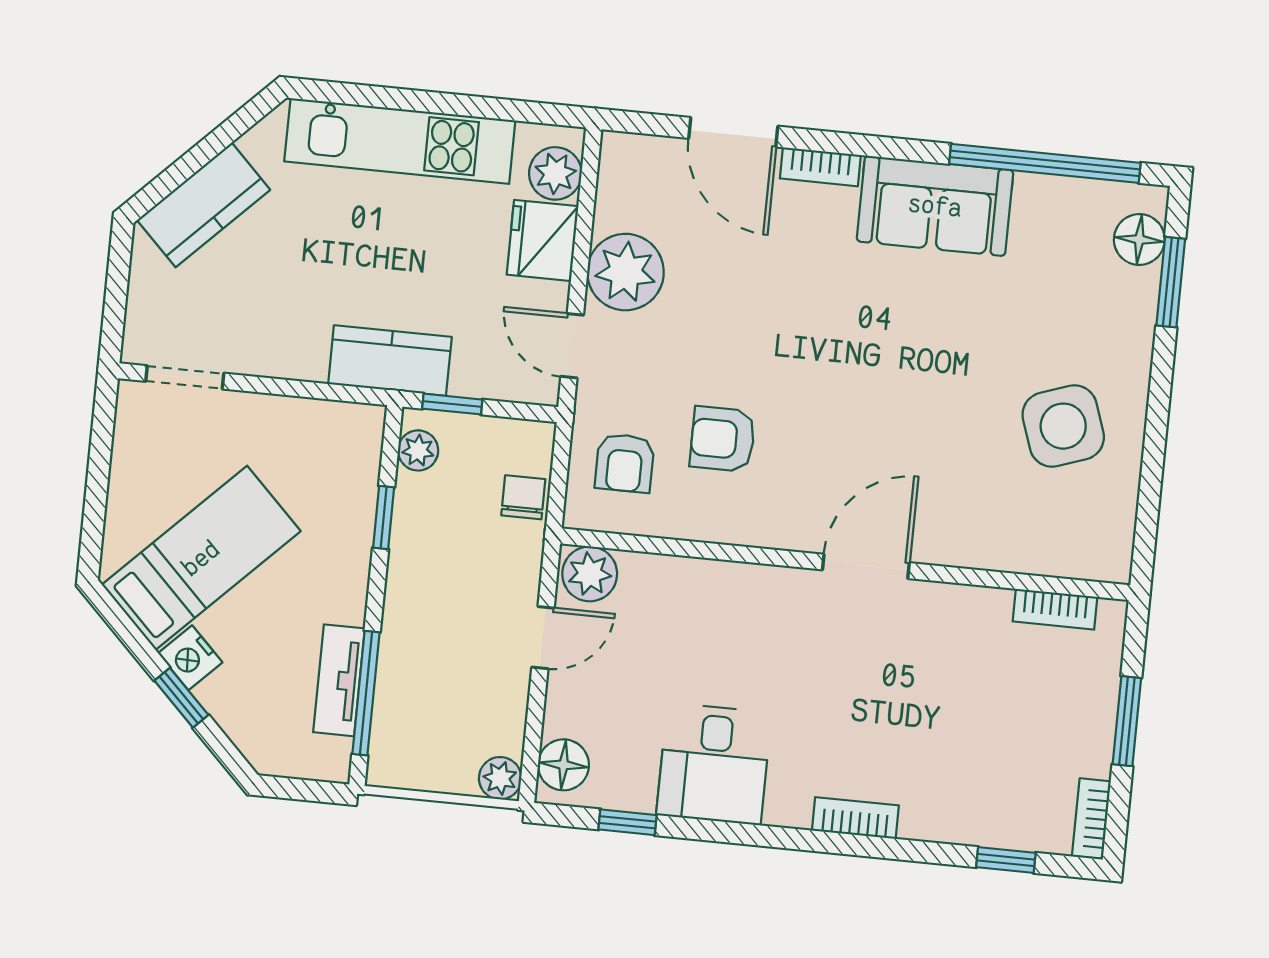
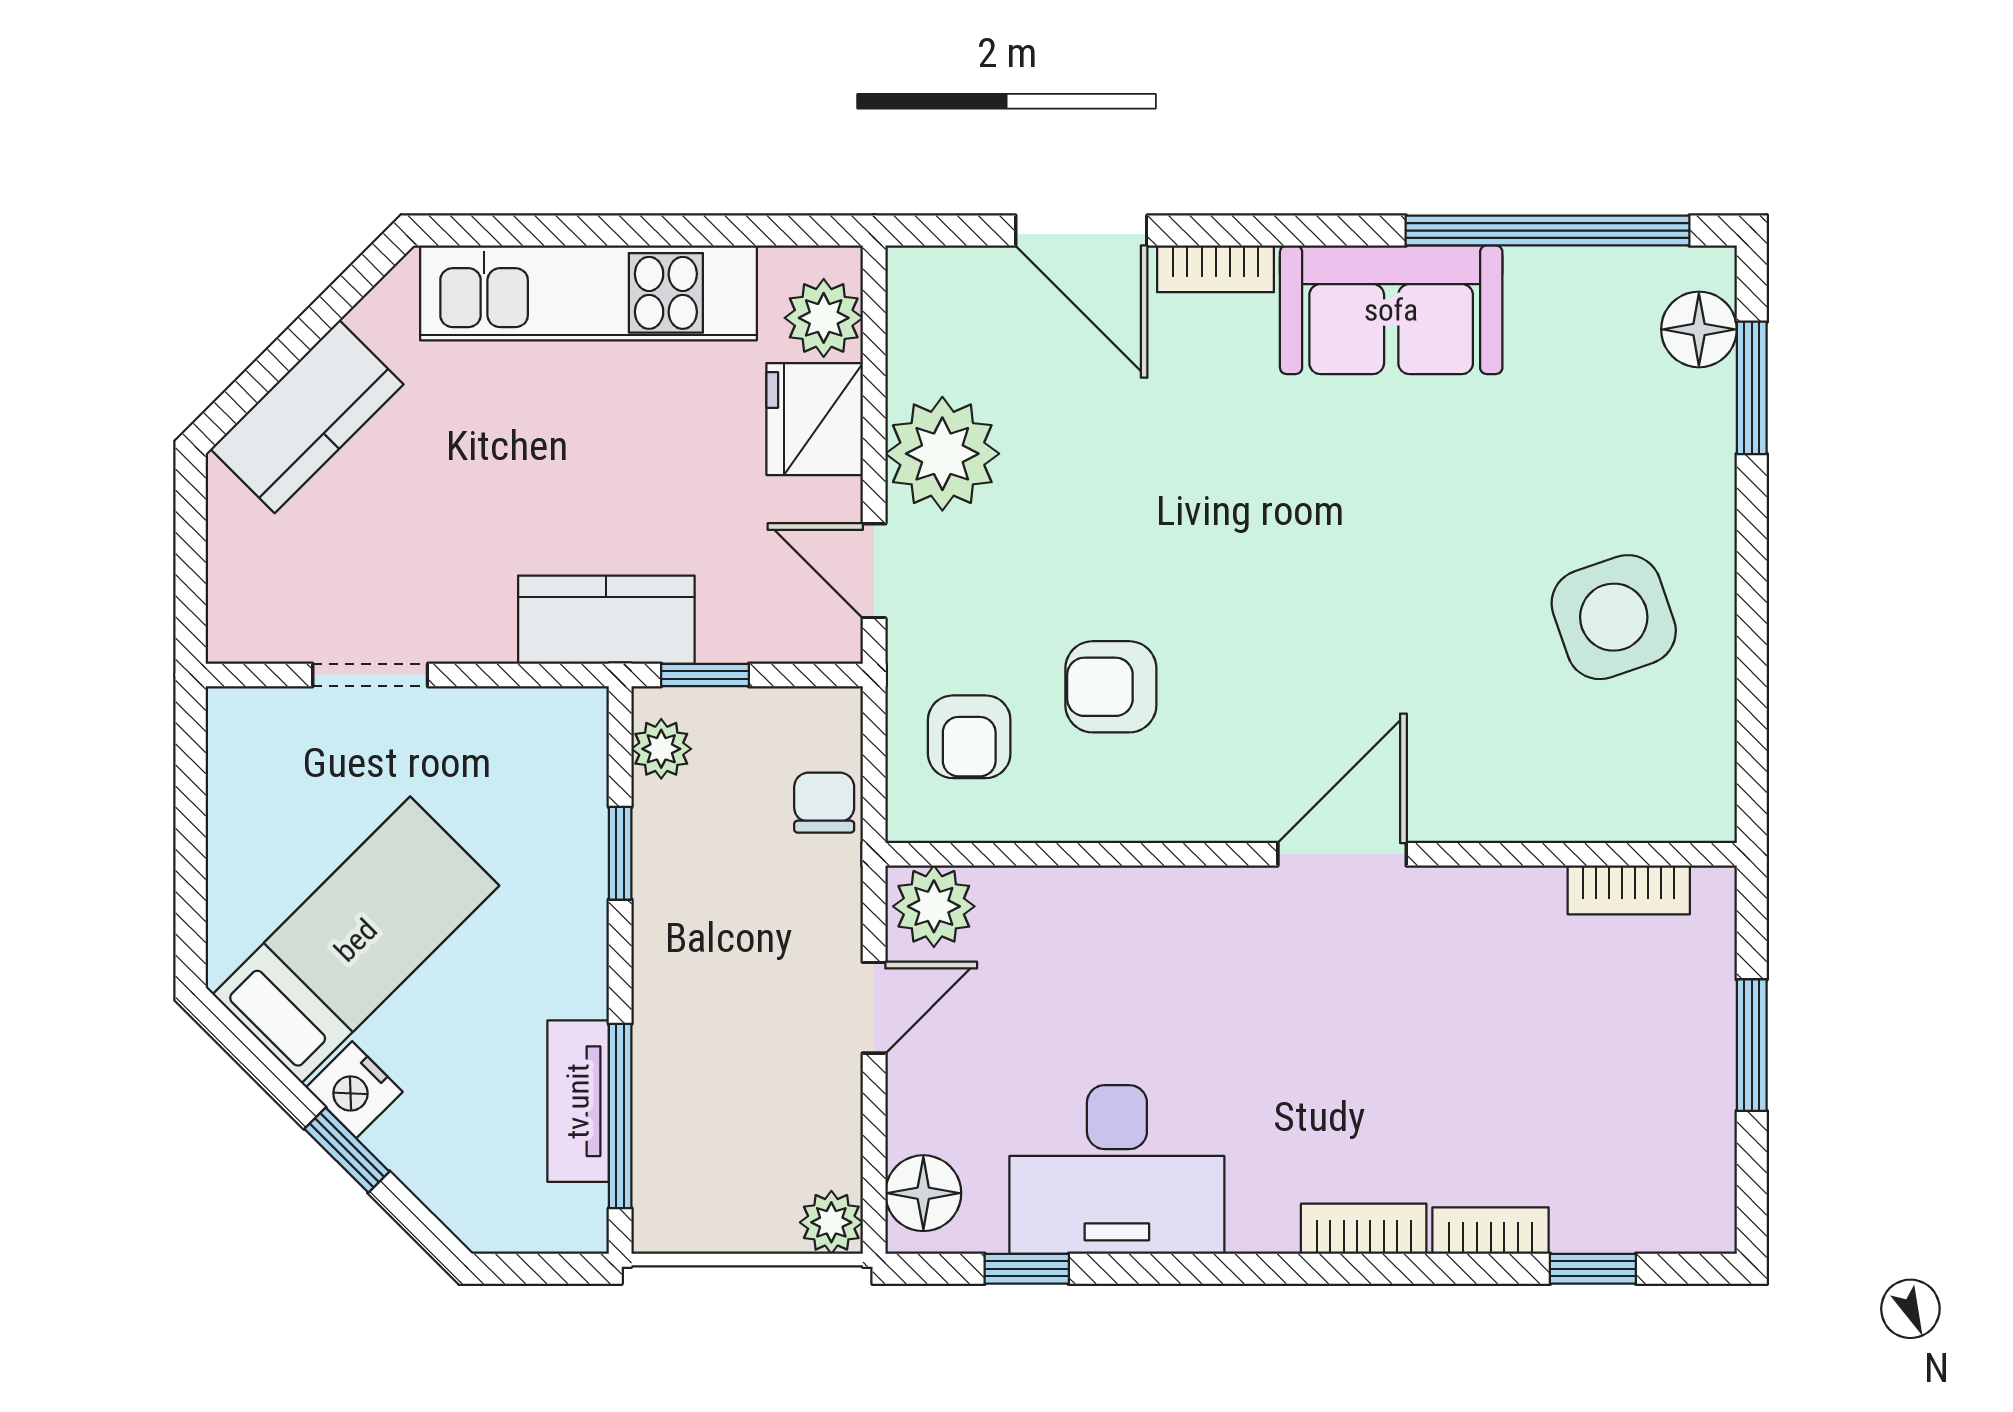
doorway: (185, 377) -> (370, 675), moved
desk: (714, 764) -> (1117, 1169), width x1.37
bookcase: (1091, 819) -> (1491, 1231), moved, turned 90

